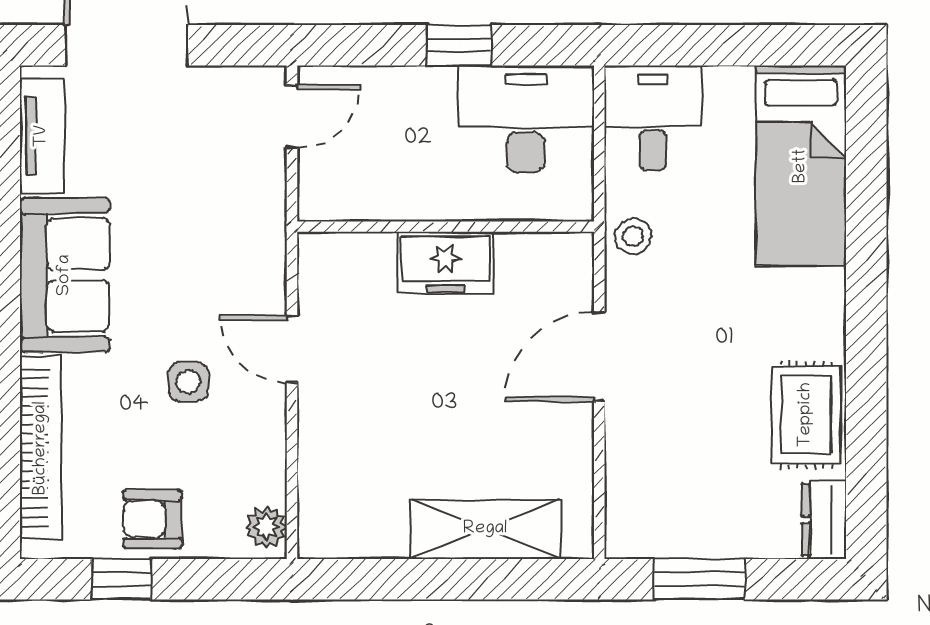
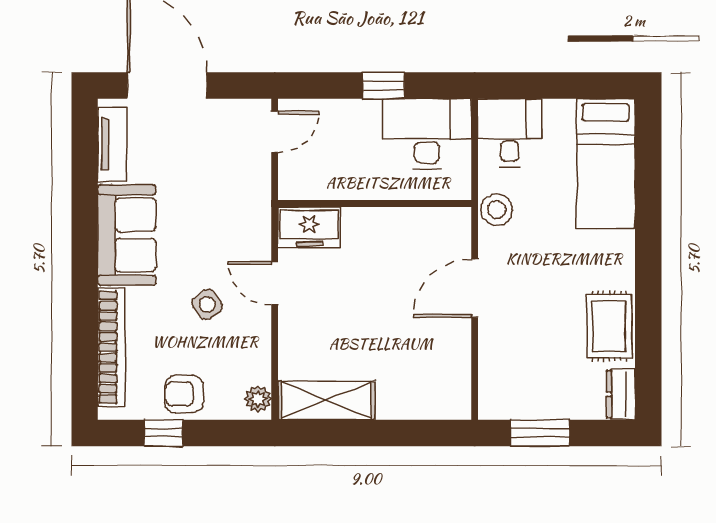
stool: (633, 236) -> (497, 210), width x1.37, depth x1.37
freezer: (446, 263) -> (309, 227), moved
side table: (188, 382) -> (207, 304), turned -36
shelving: (485, 529) -> (327, 400), moved

